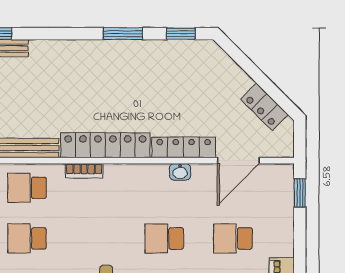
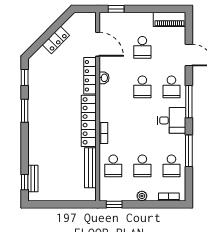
locker: (265, 107) -> (56, 40), moved

